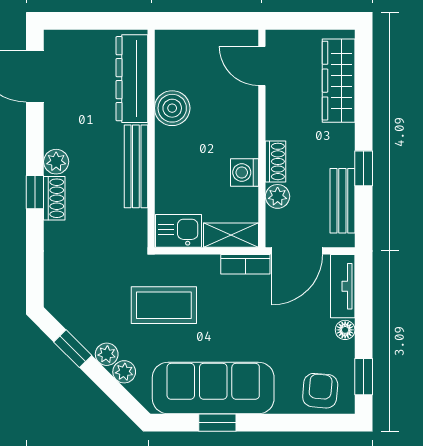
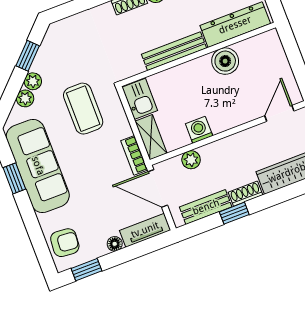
shoe rack: (276, 161) -> (246, 194), moved, turned 180

